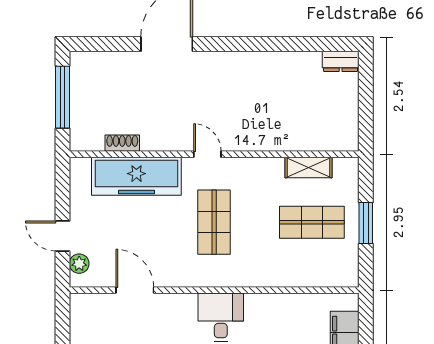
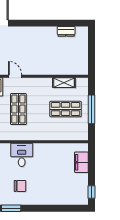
dresser: (341, 61) -> (66, 31), moved
window: (366, 223) -> (92, 109), width x1.44

